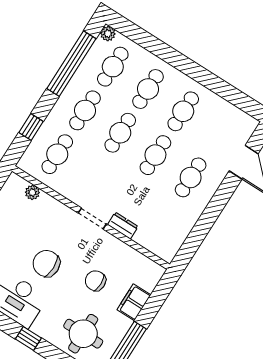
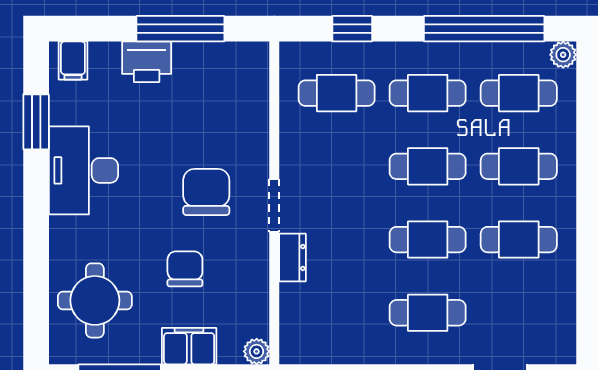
plant: (32, 192) -> (257, 351), moved
chair: (46, 263) -> (206, 192), moved
window: (28, 339) -> (36, 224), removed

